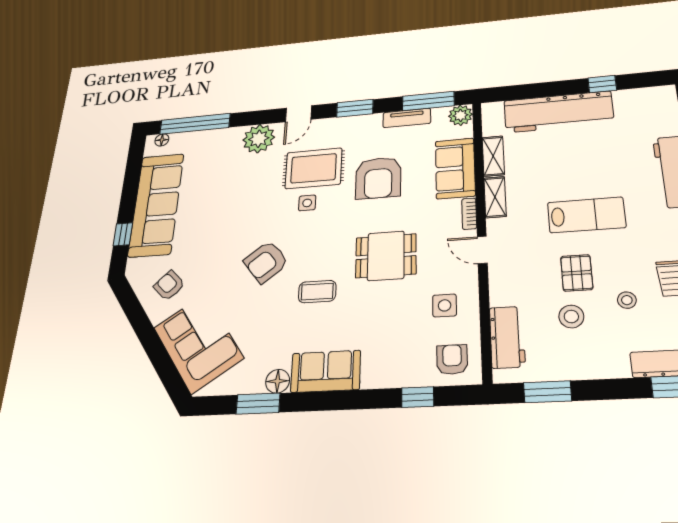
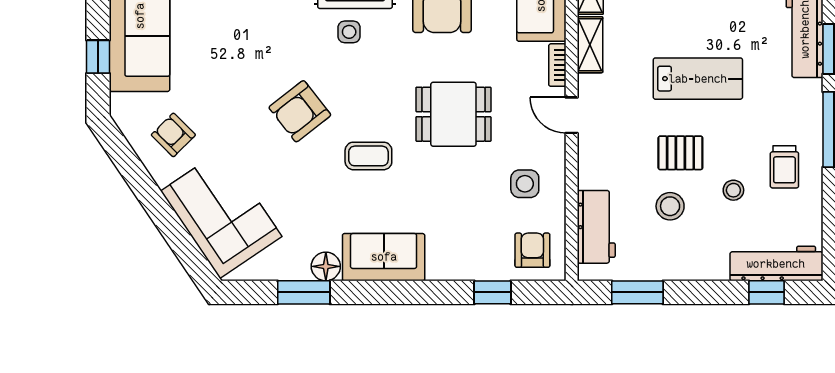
pallet: (577, 273) -> (680, 153), turned 90

